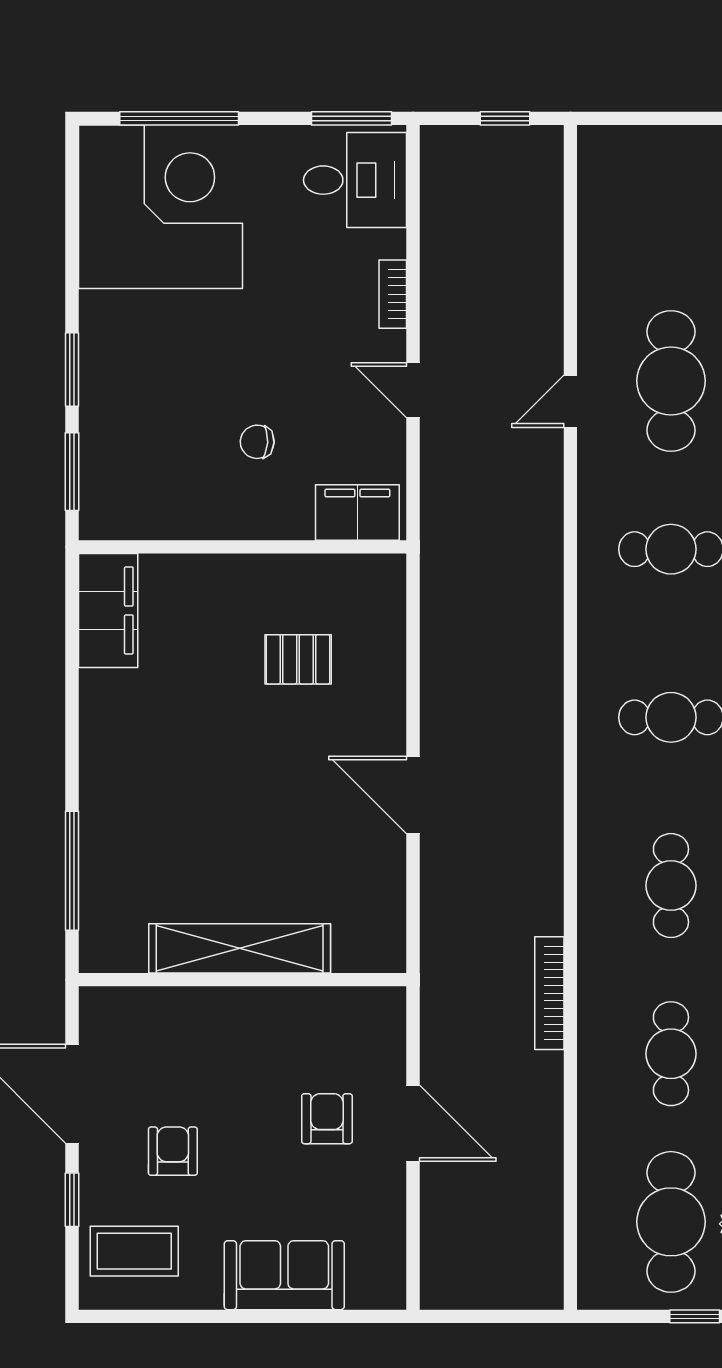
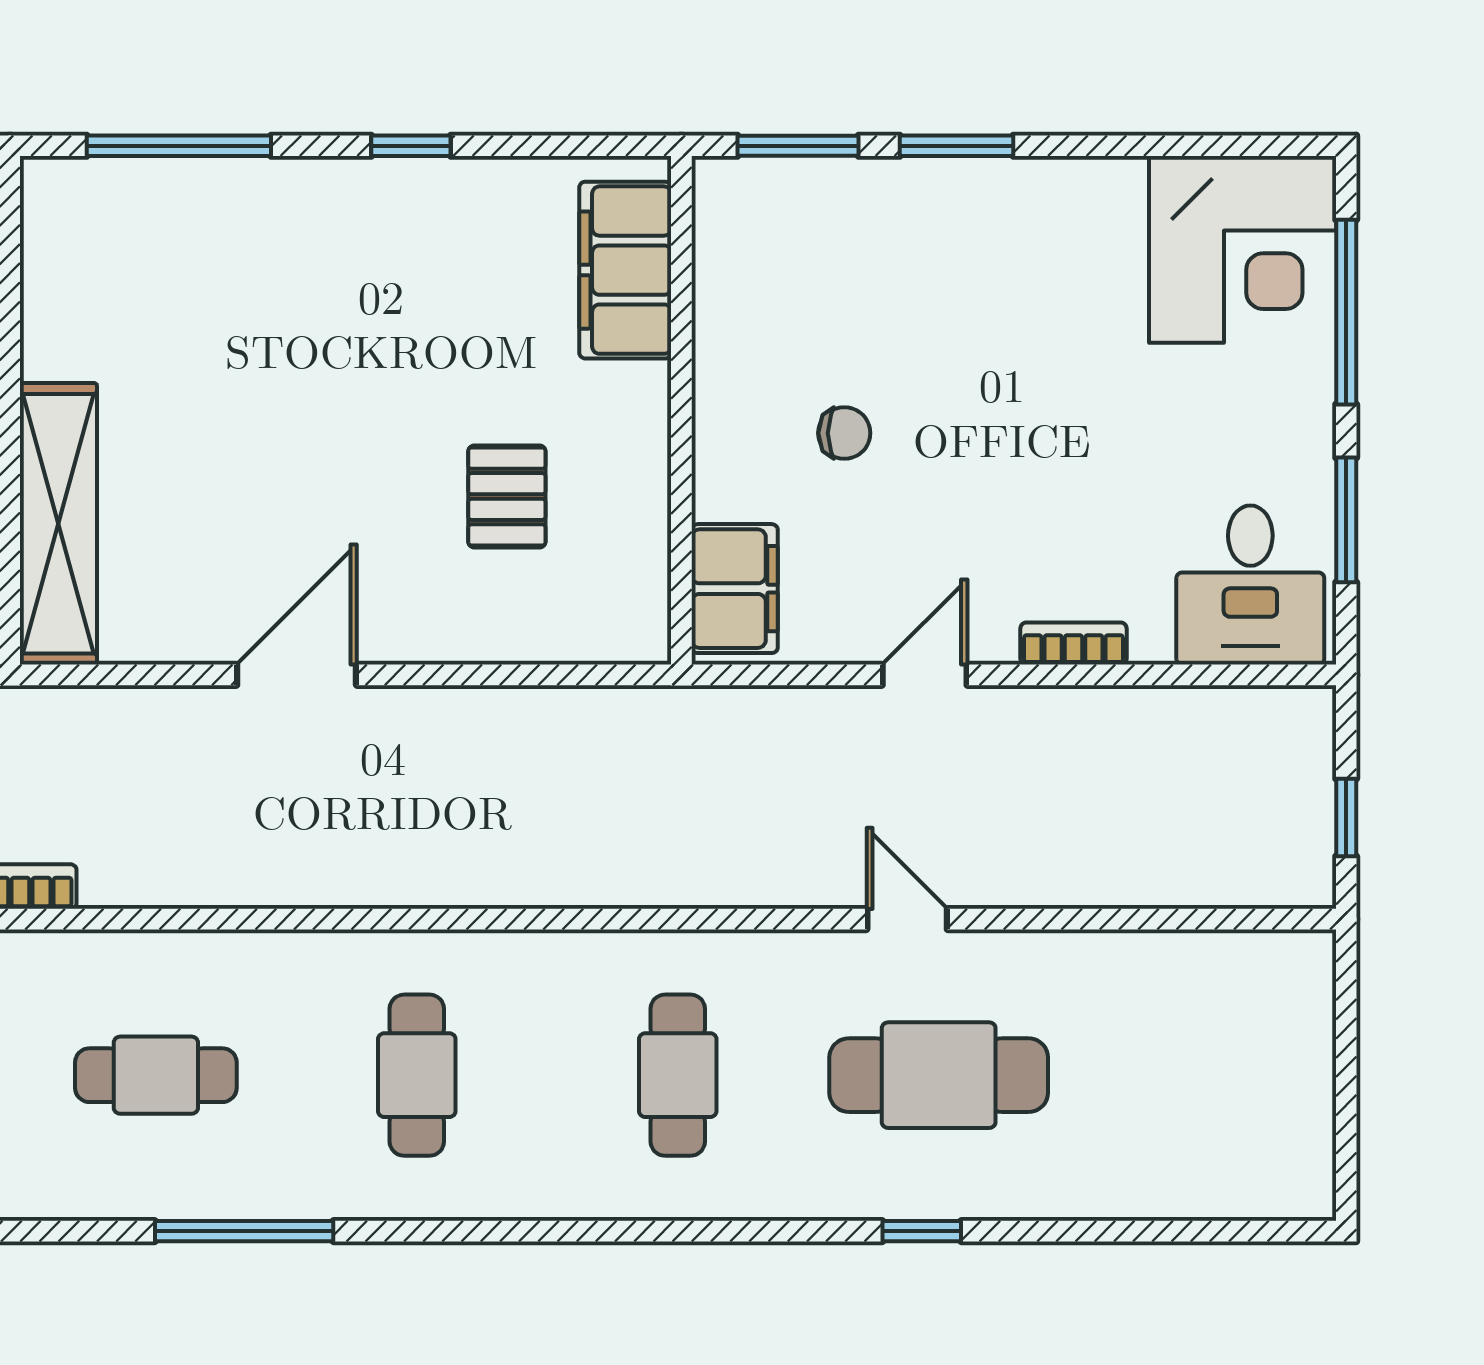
window: (351, 118) -> (1346, 520), moved
corner desk: (160, 207) -> (1243, 249), width x0.74, depth x0.74
chair: (257, 442) -> (844, 433), turned 87
filing cabinet: (108, 610) -> (625, 270), moved, turned 90
window: (72, 721) -> (411, 146), added
shelving: (240, 948) -> (58, 524), moved

